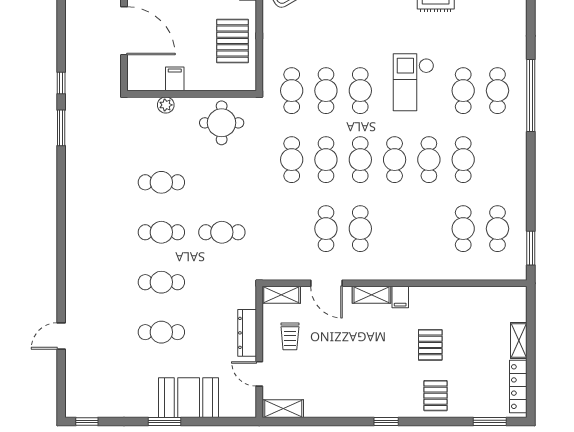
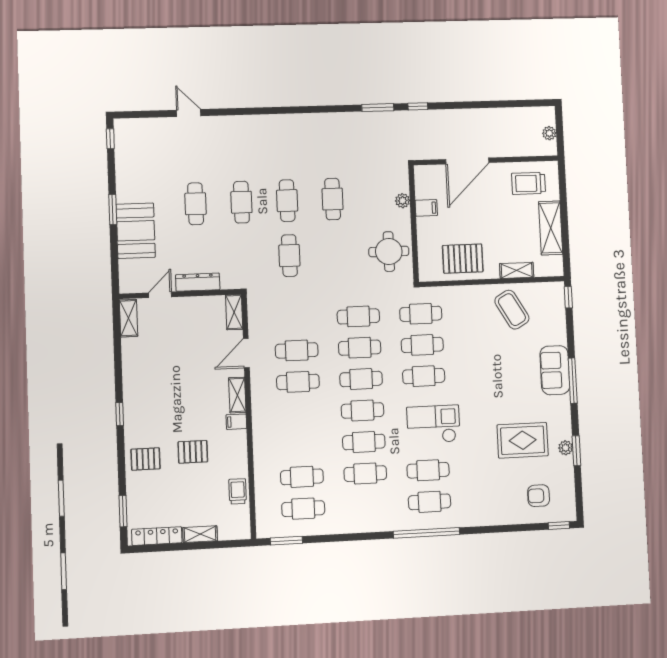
trolley: (290, 336) -> (238, 491), moved, turned 90

